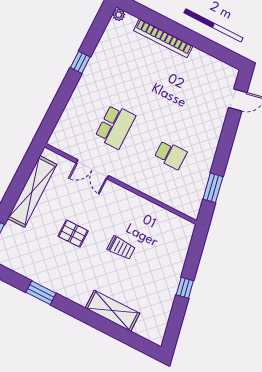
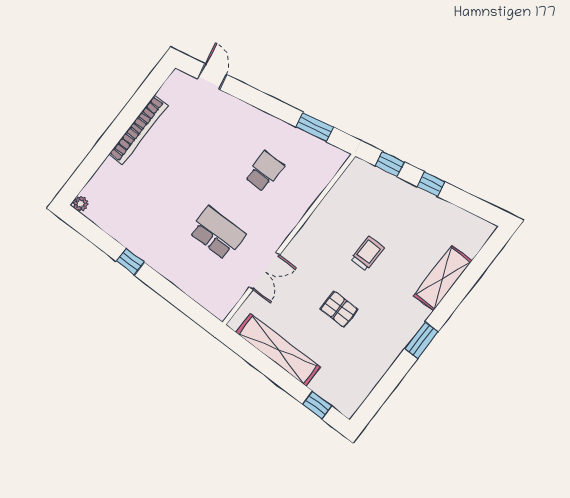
bookcase: (163, 38) -> (138, 130), moved
pallet: (73, 233) -> (339, 309), turned 90
window: (195, 253) -> (390, 164), added
window: (41, 293) -> (421, 340), moved

